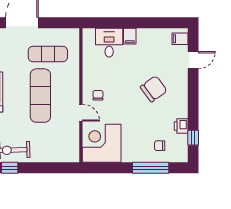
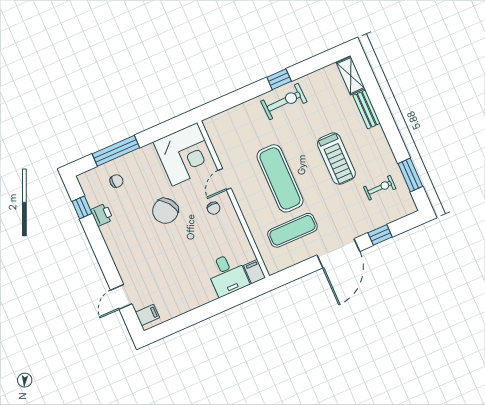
filing cabinet: (130, 36) -> (254, 272), moved
chair: (154, 89) -> (165, 211), moved
door: (81, 113) -> (224, 179), hinge flipped

